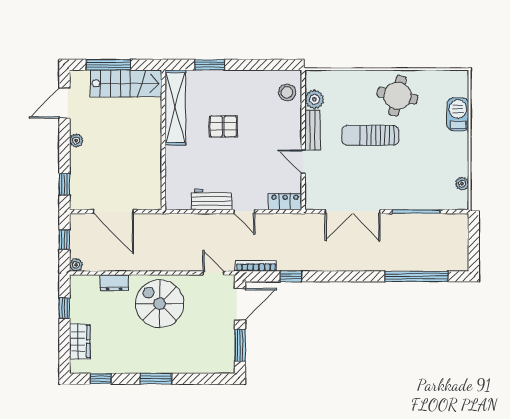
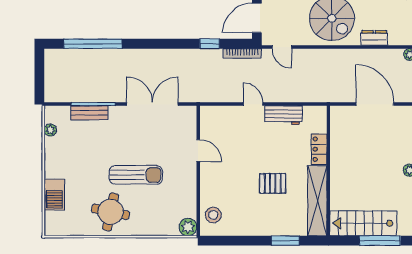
plant: (314, 99) -> (188, 227), moved
bench: (313, 130) -> (89, 113), moved, turned 90
locker: (285, 202) -> (319, 149), moved, turned 90

